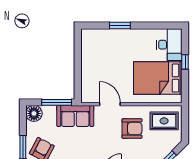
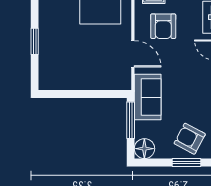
door: (110, 104) -> (133, 54), swing flipped
armchair: (132, 128) -> (163, 26), turned 180

